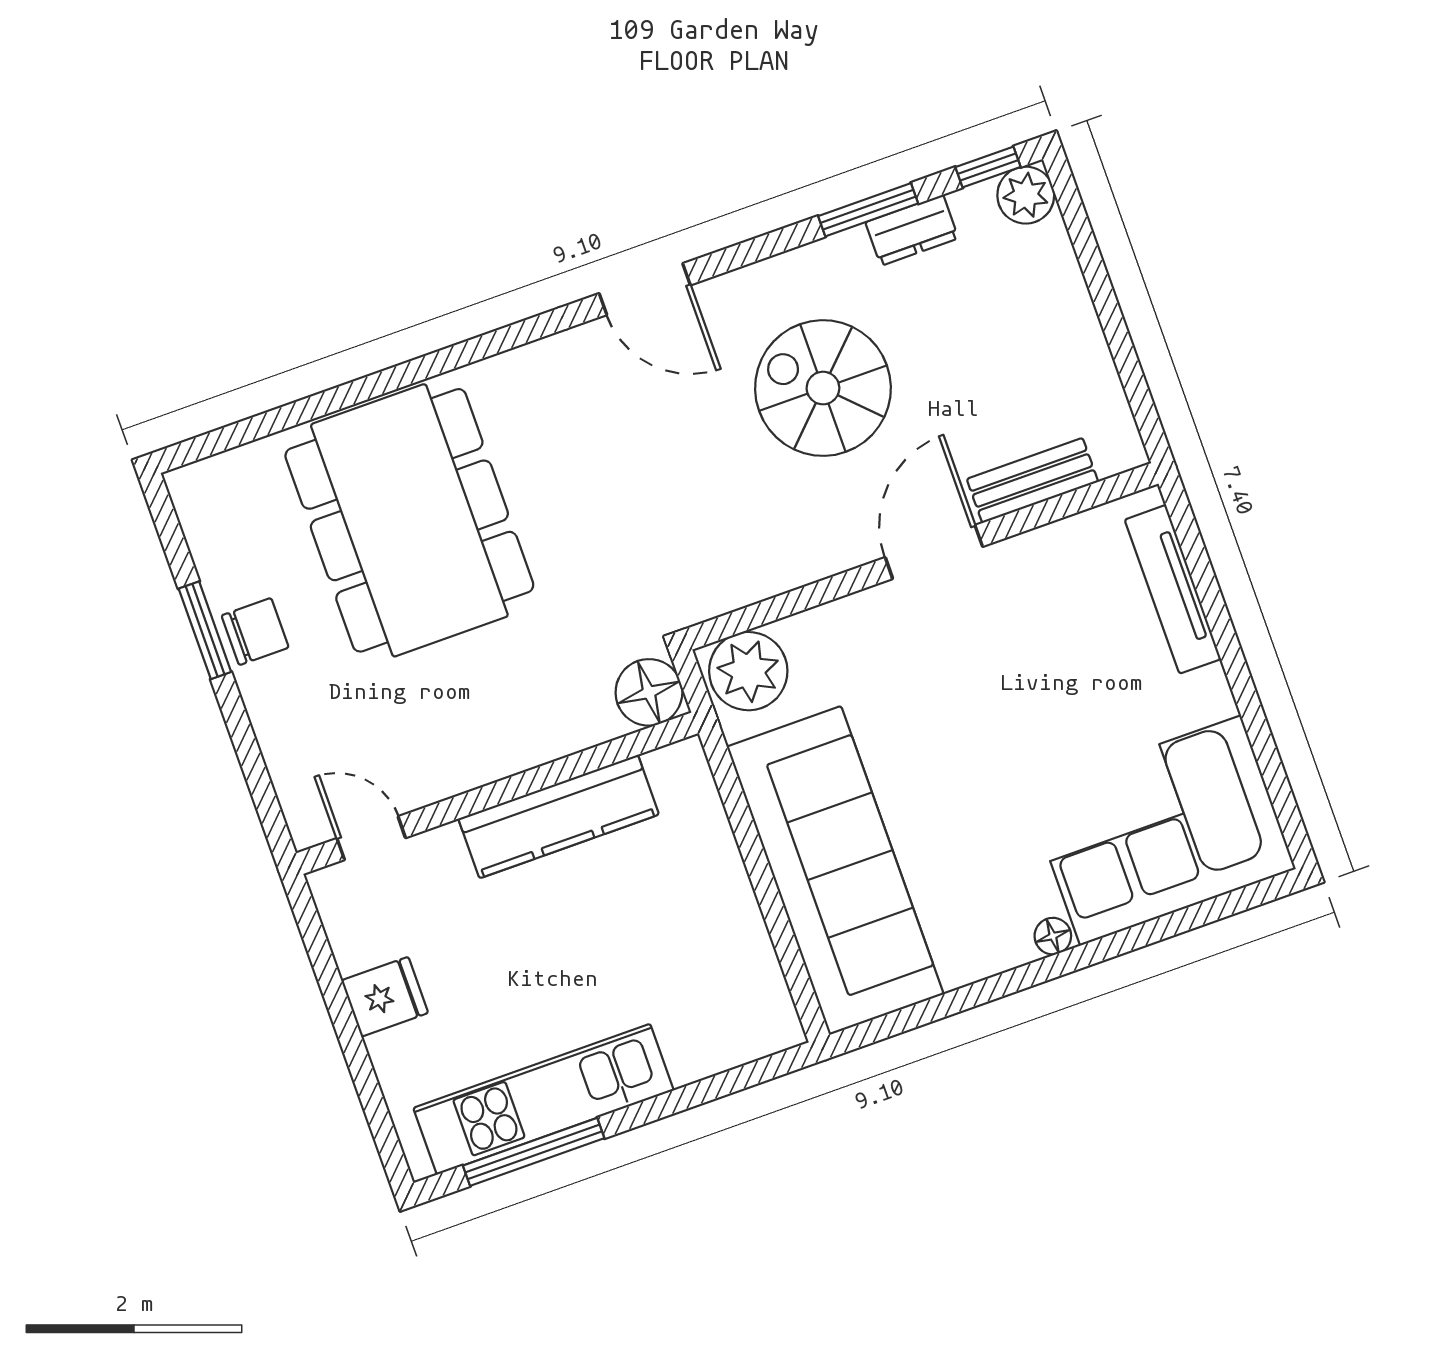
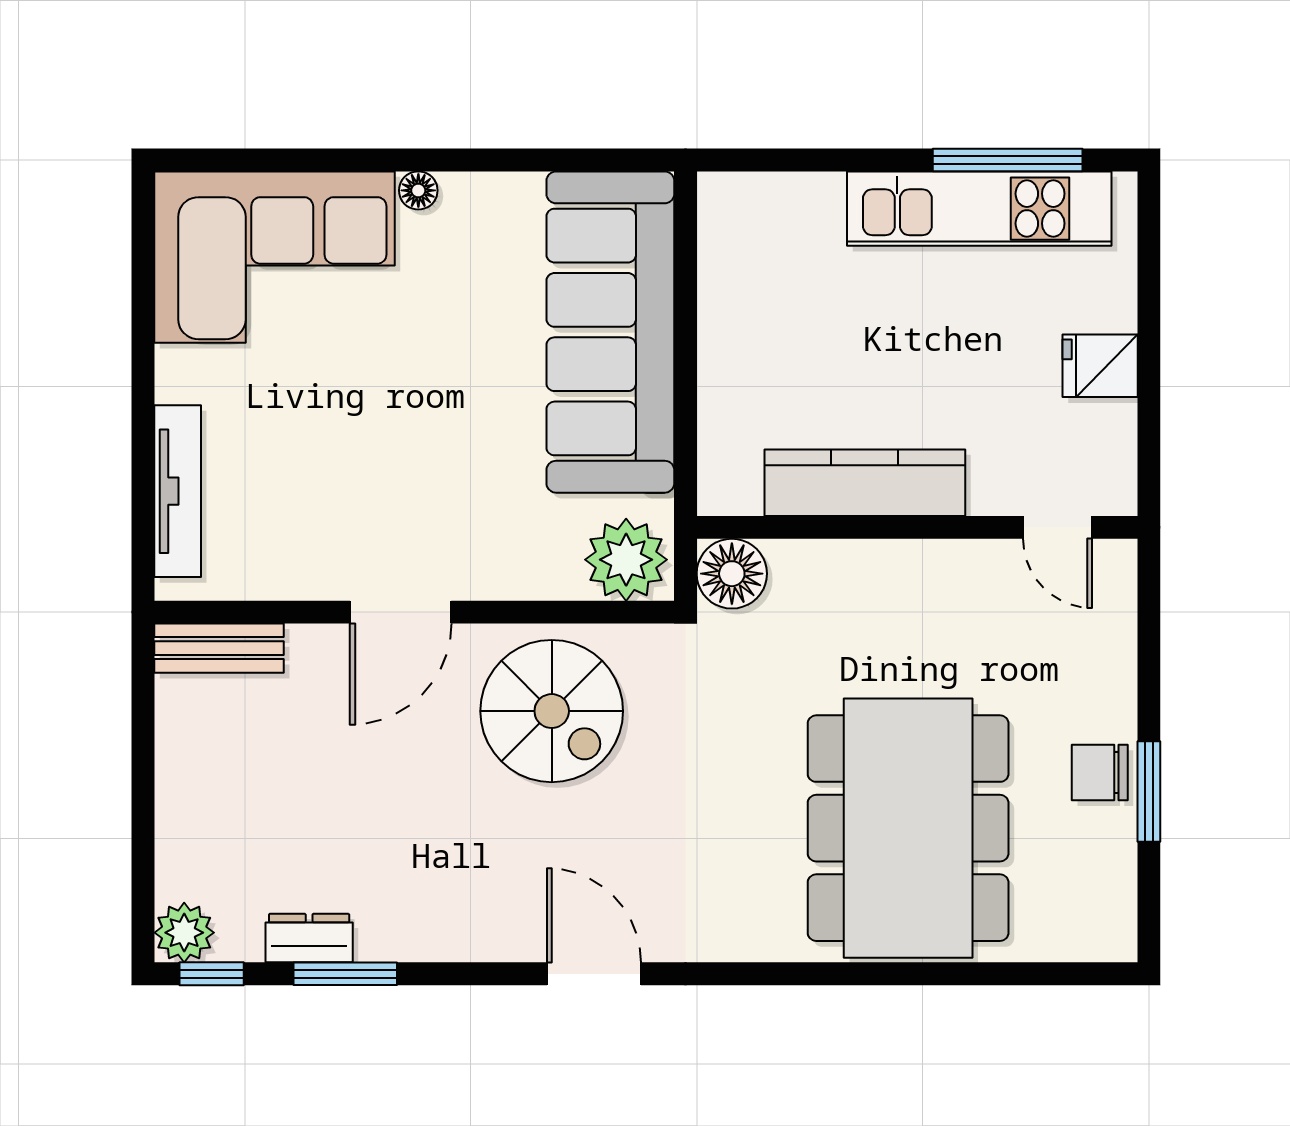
spiral stairs: (823, 388) -> (552, 711), moved
bench: (1032, 481) -> (219, 648), moved

